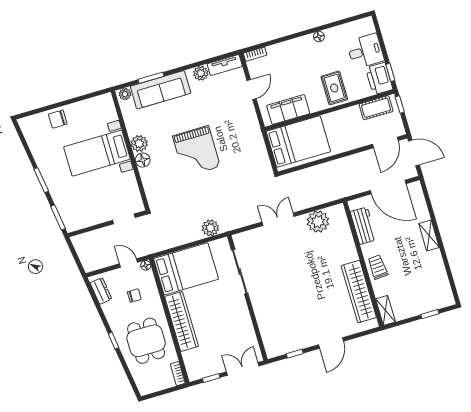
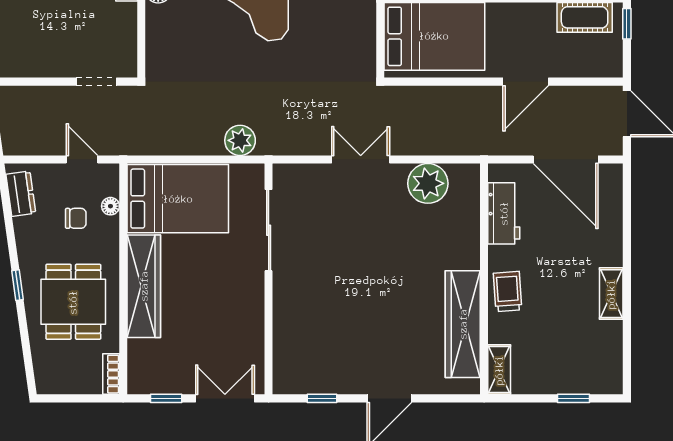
door: (385, 142) -> (526, 82), moved
shelving: (429, 236) -> (611, 294), moved
floor lamp: (146, 265) -> (110, 206), moved

